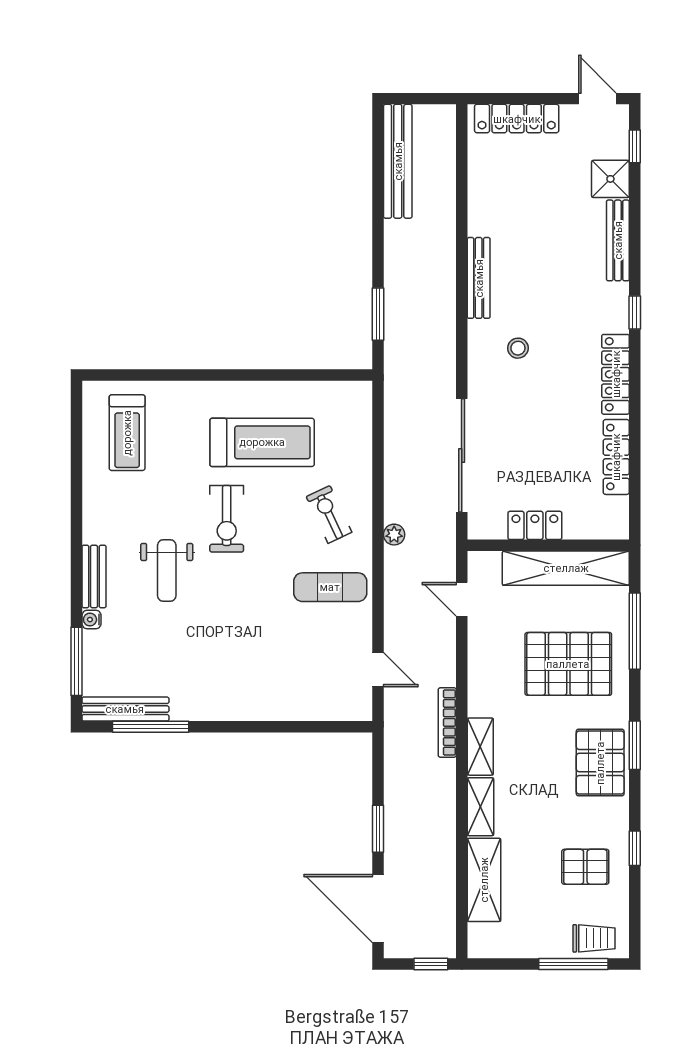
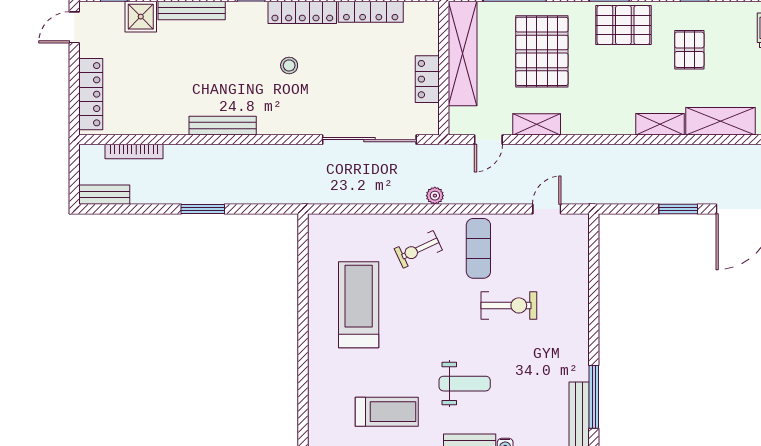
bench: (398, 161) -> (104, 195), width x0.54, depth x0.82
window: (378, 314) -> (203, 209), moved
stool: (518, 348) -> (289, 65), moved
treadmill: (127, 433) -> (387, 412), moved
exercise bike: (227, 519) -> (509, 305), moved
bookcase: (447, 722) -> (134, 152), moved
shelving: (480, 747) -> (537, 124), moved
pallet: (585, 867) -> (689, 50), moved

